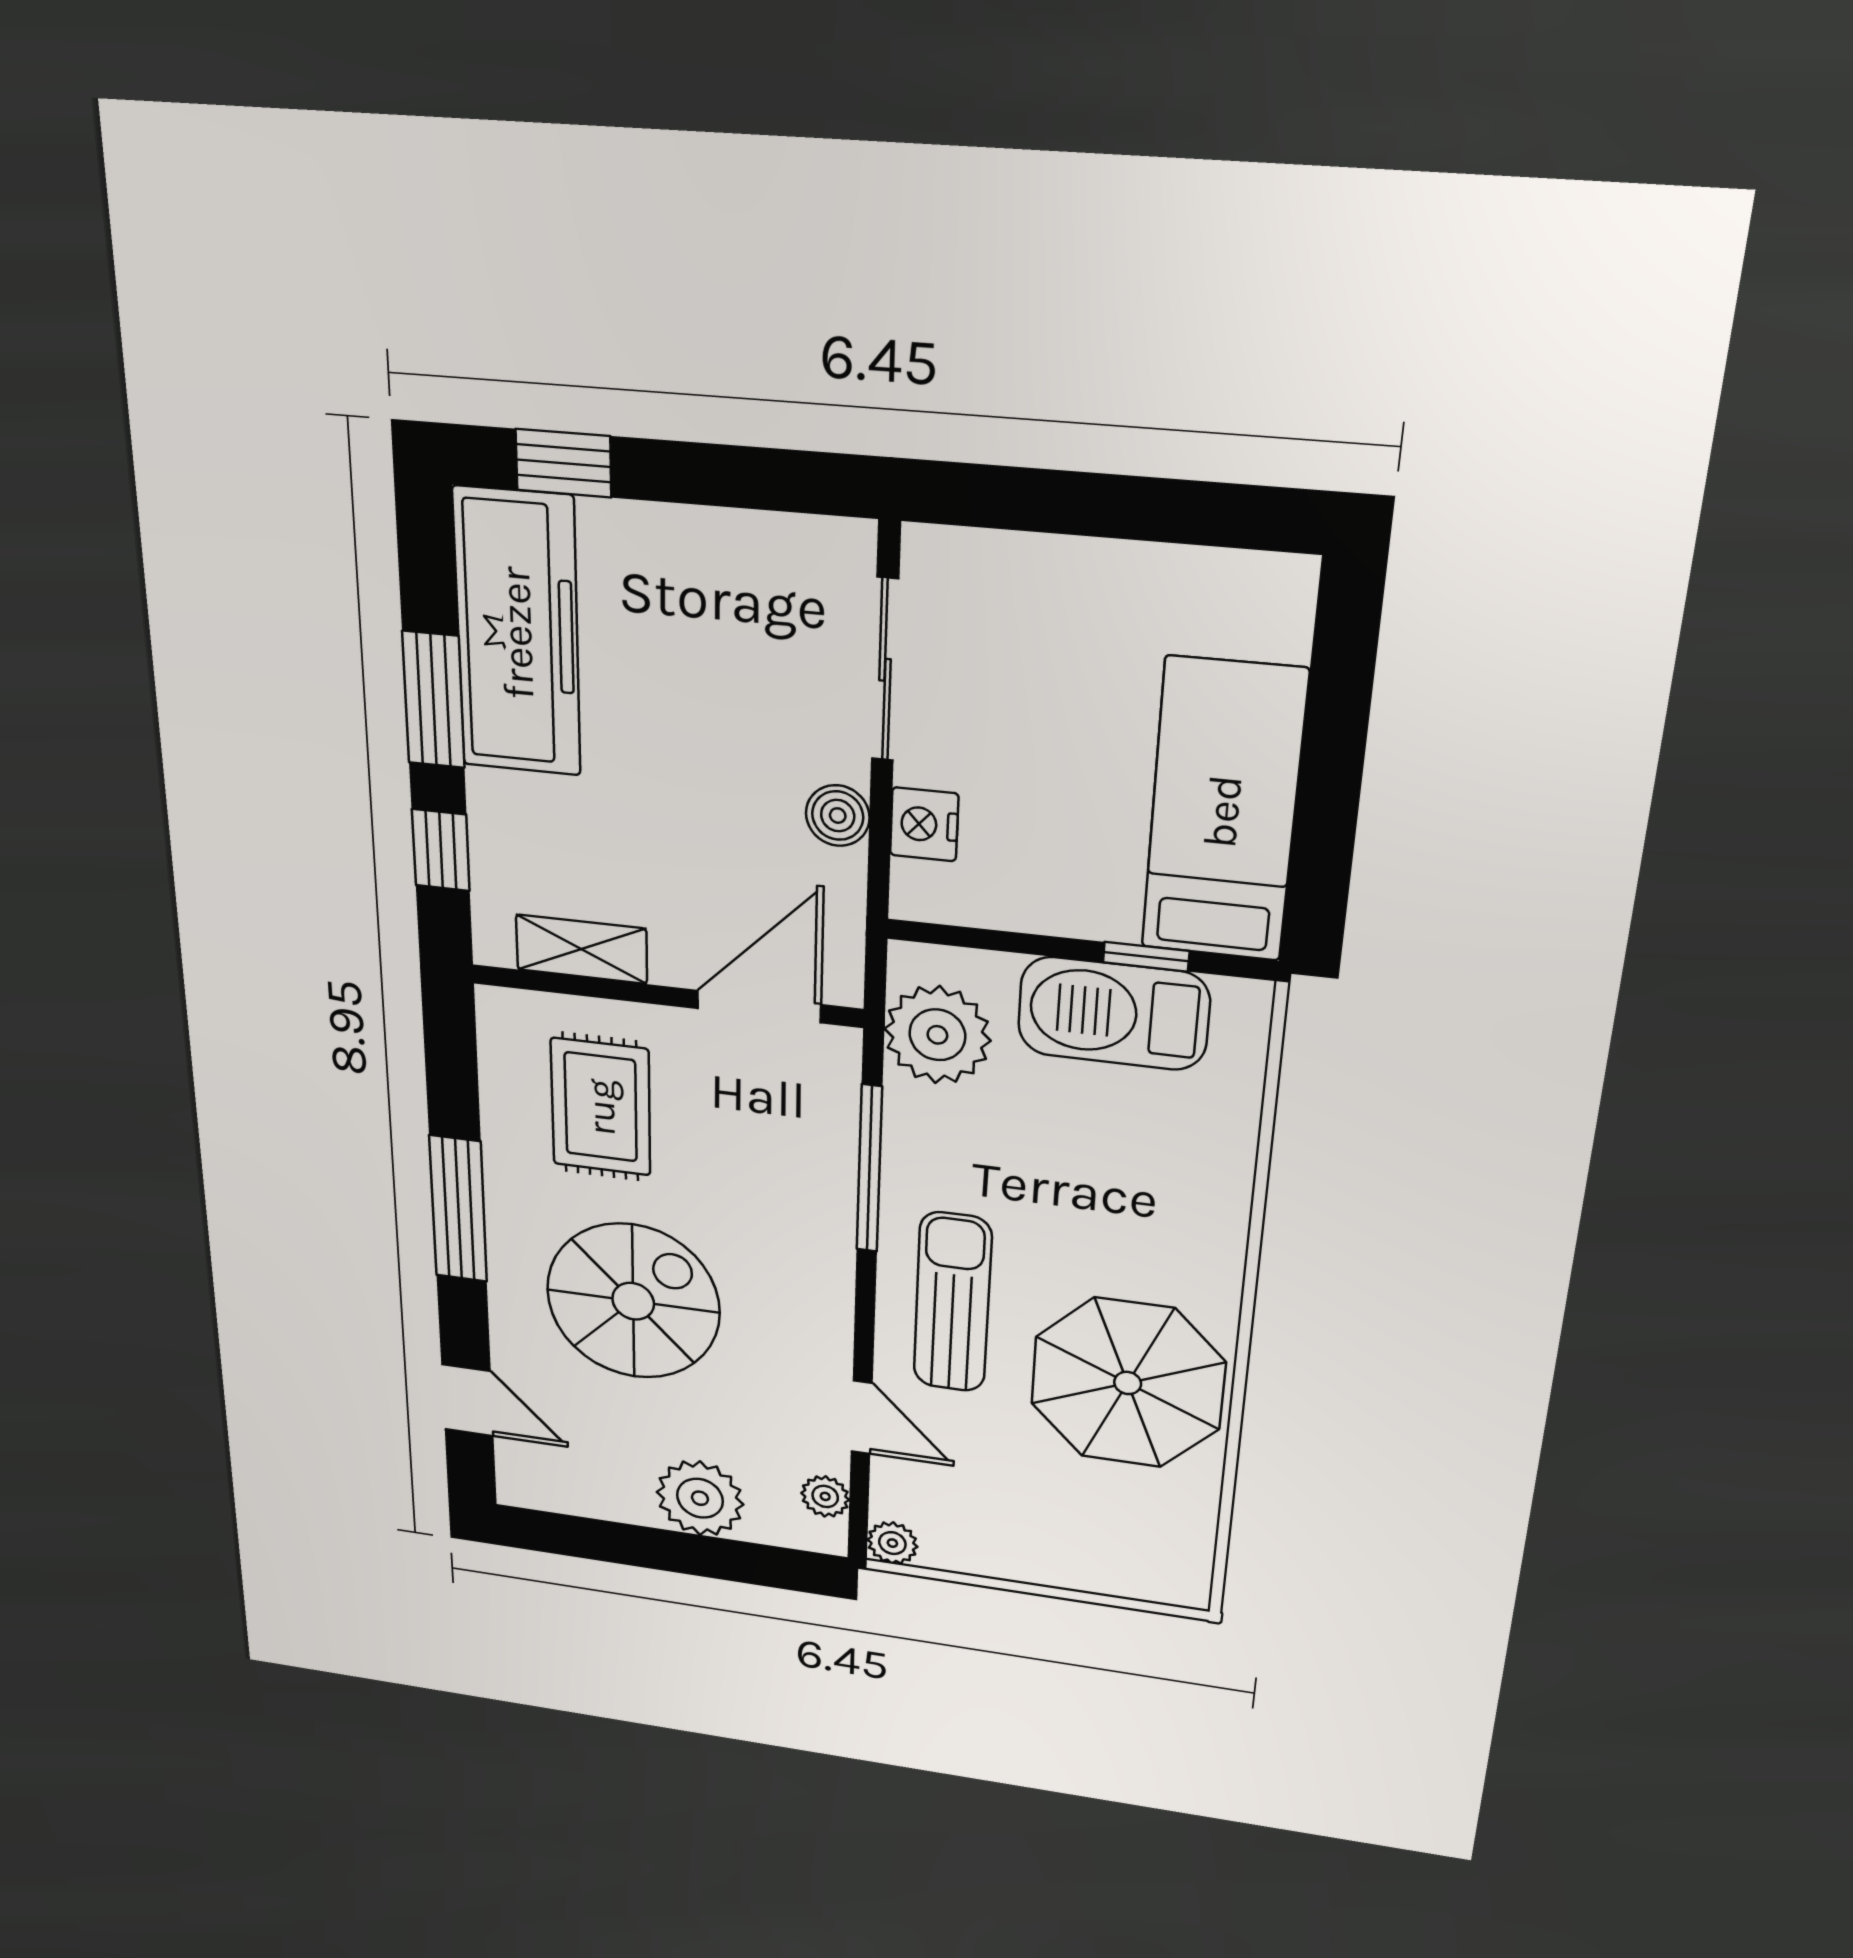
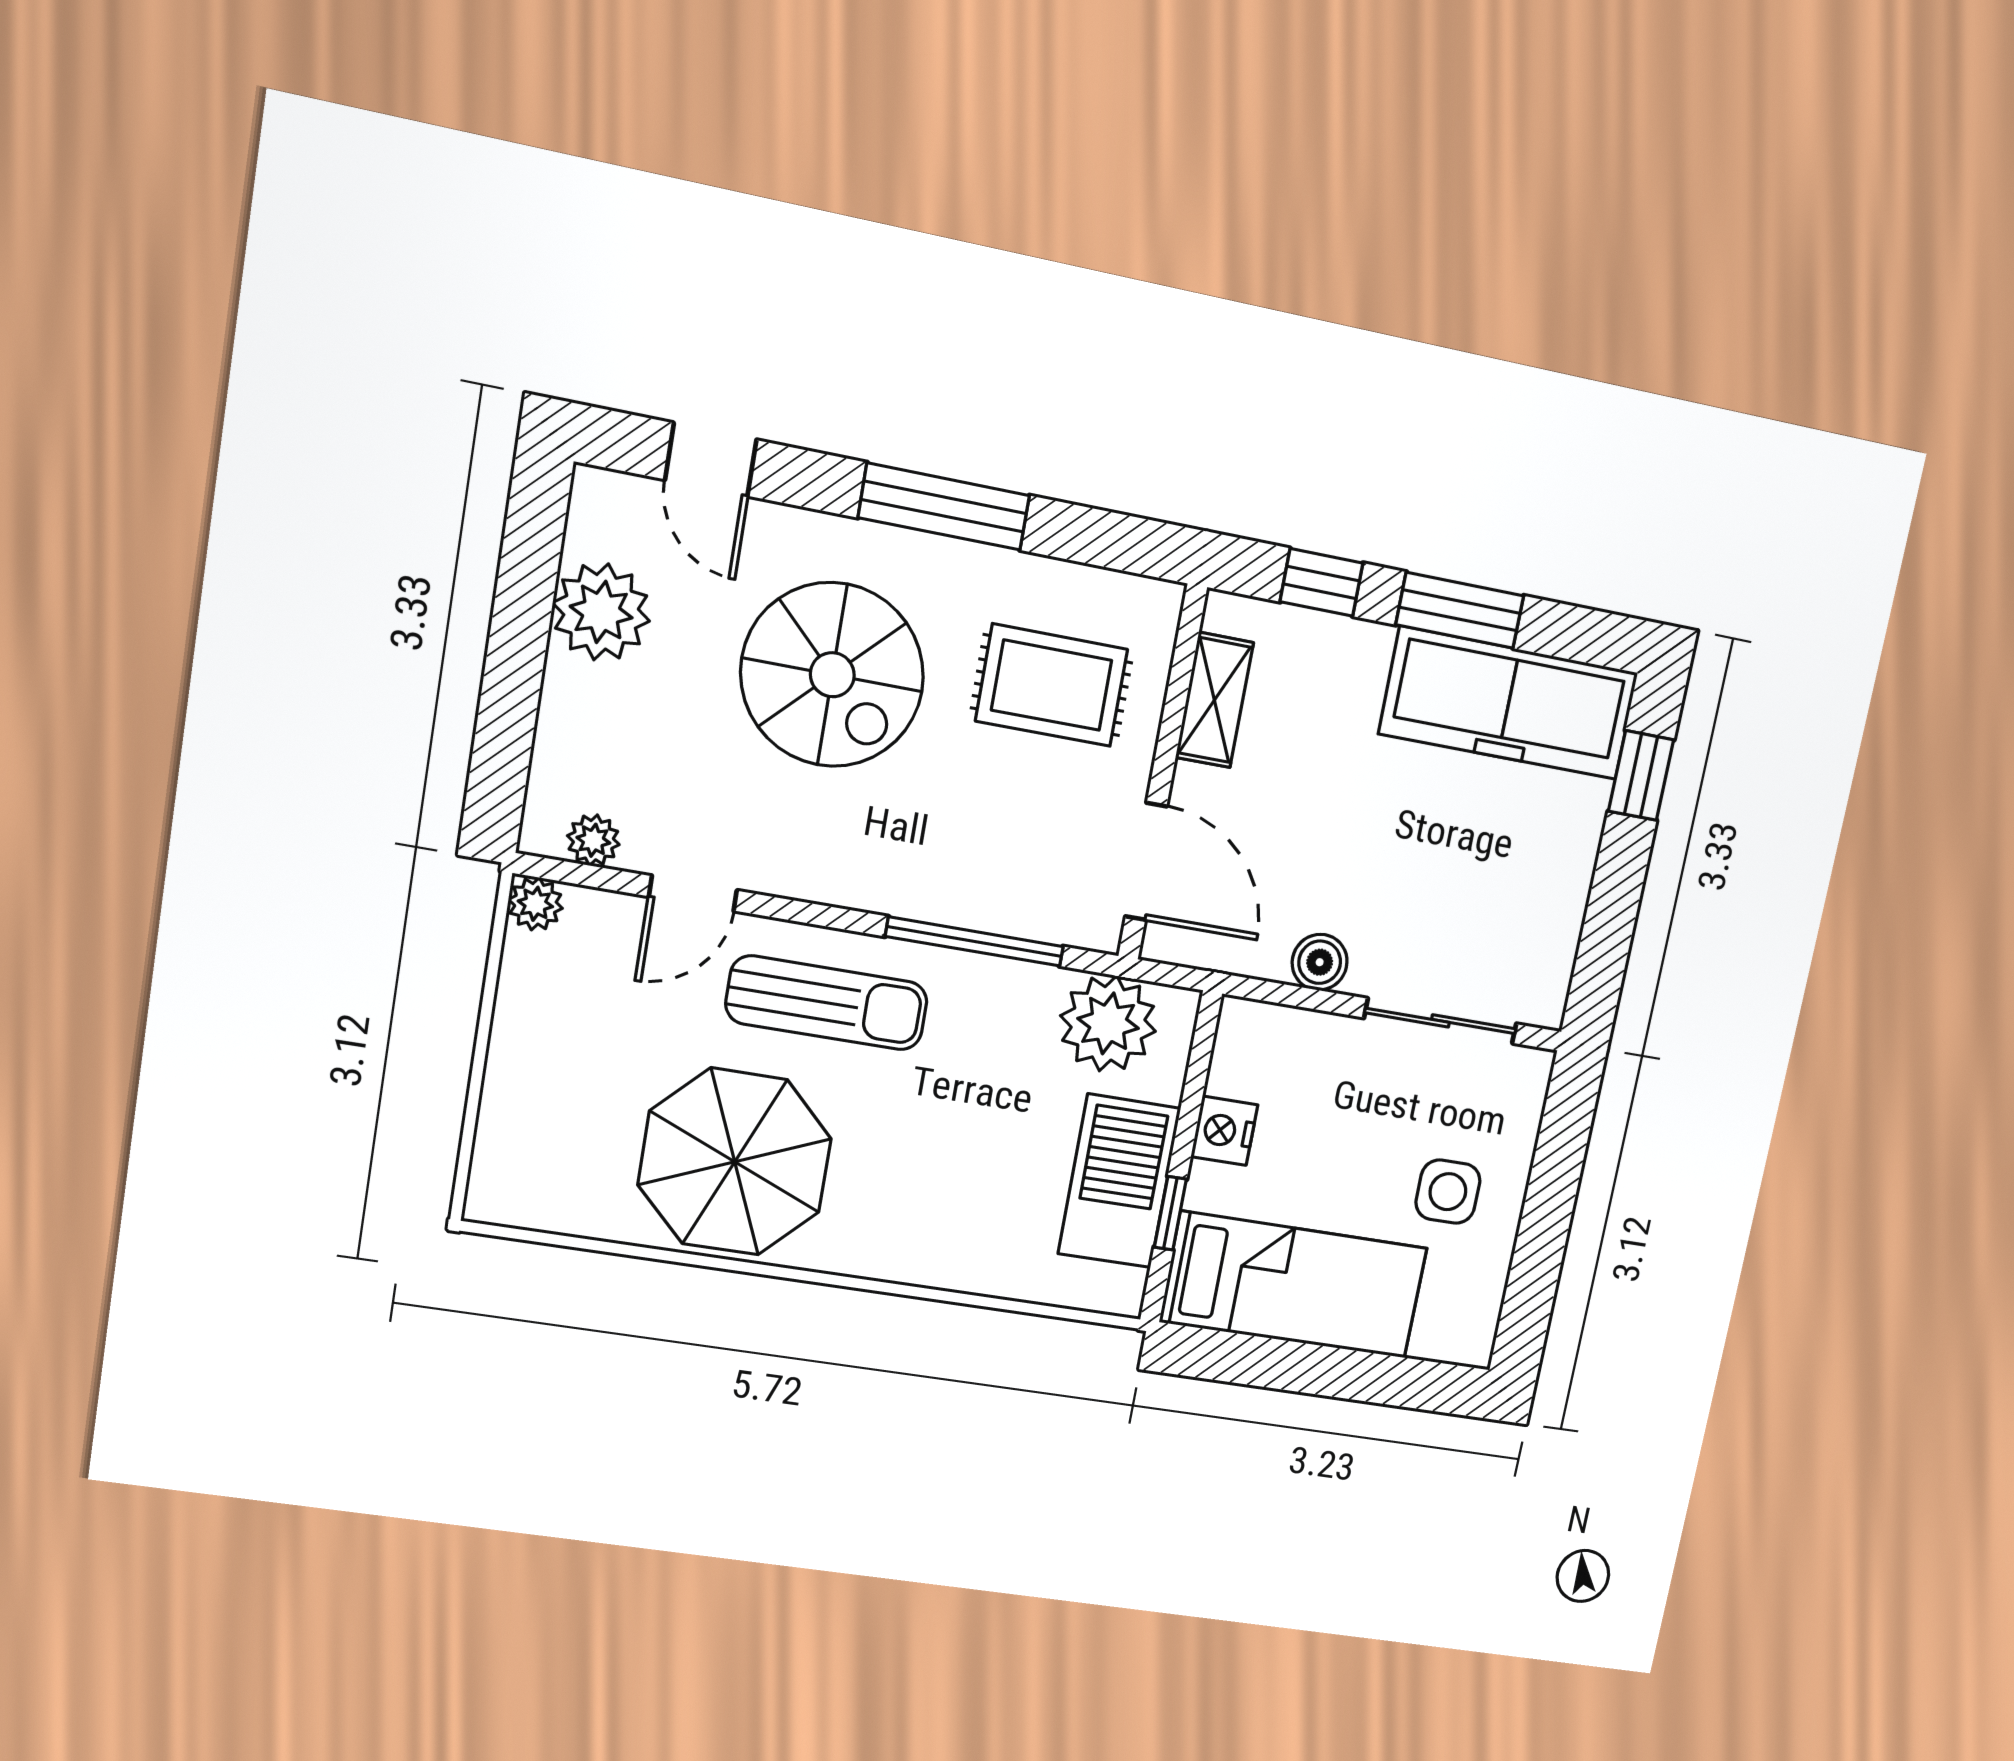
side table: (1091, 637) -> (1448, 1192), added
nightstand: (924, 824) -> (1224, 1131), moved, turned -90
door: (468, 1400) -> (711, 460), hinge flipped
plant: (700, 1498) -> (601, 612), moved

